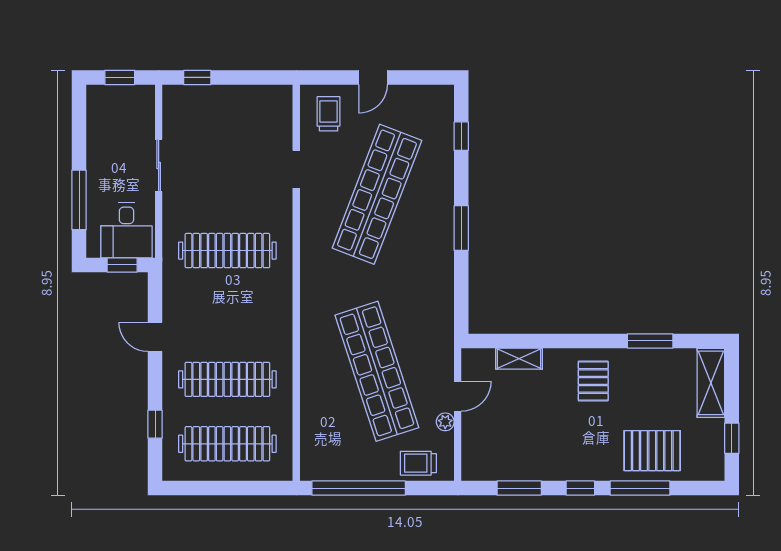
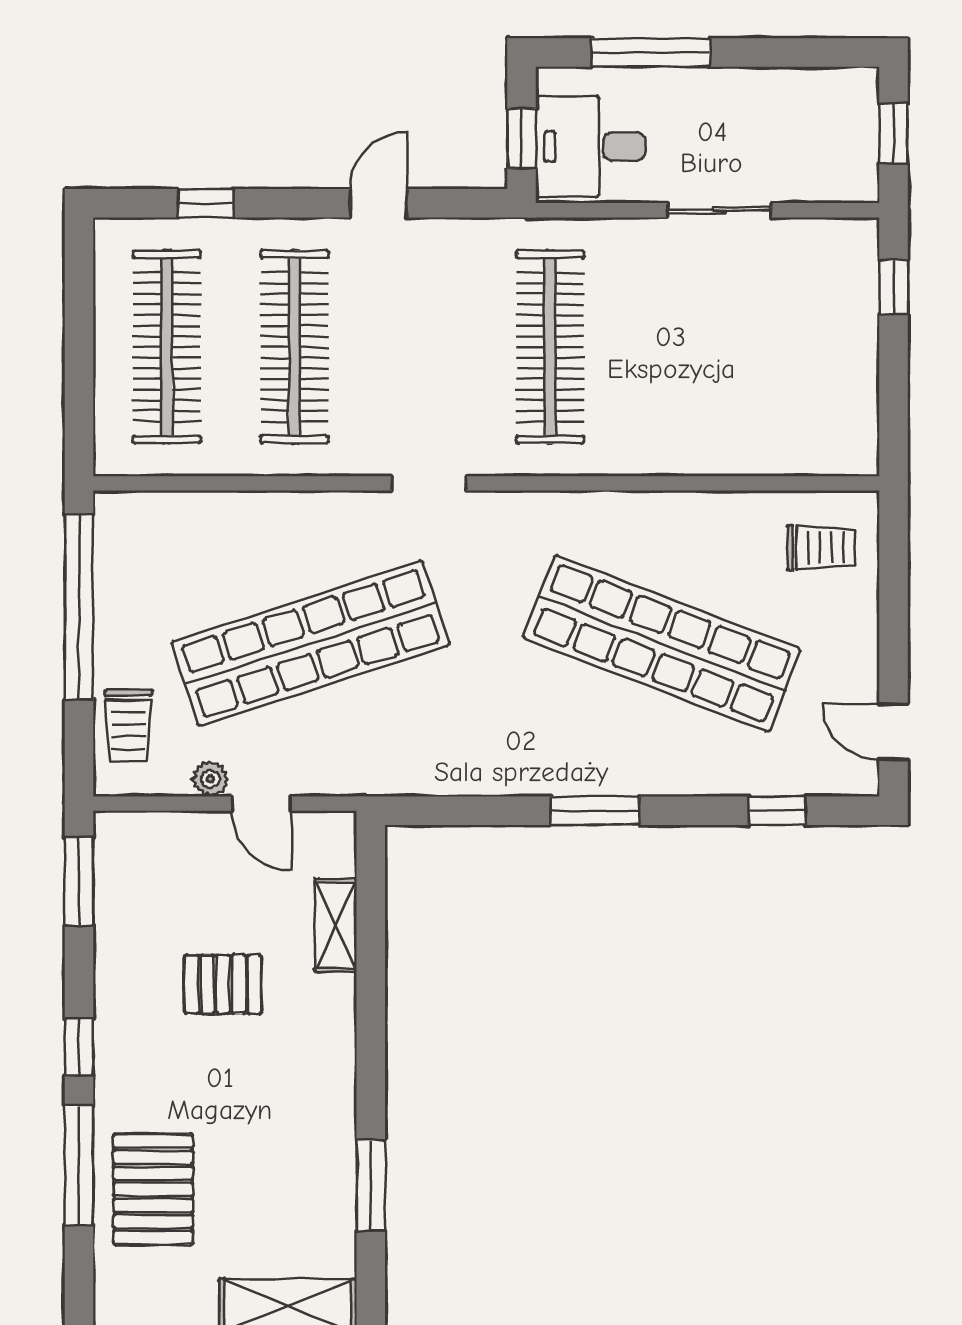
door: (373, 77) -> (894, 732), moved
doorway: (296, 169) -> (429, 483), moved
pallet: (593, 381) -> (223, 984), moved
trolley: (418, 463) -> (128, 725), turned 180
window: (519, 488) -> (79, 882), moved

